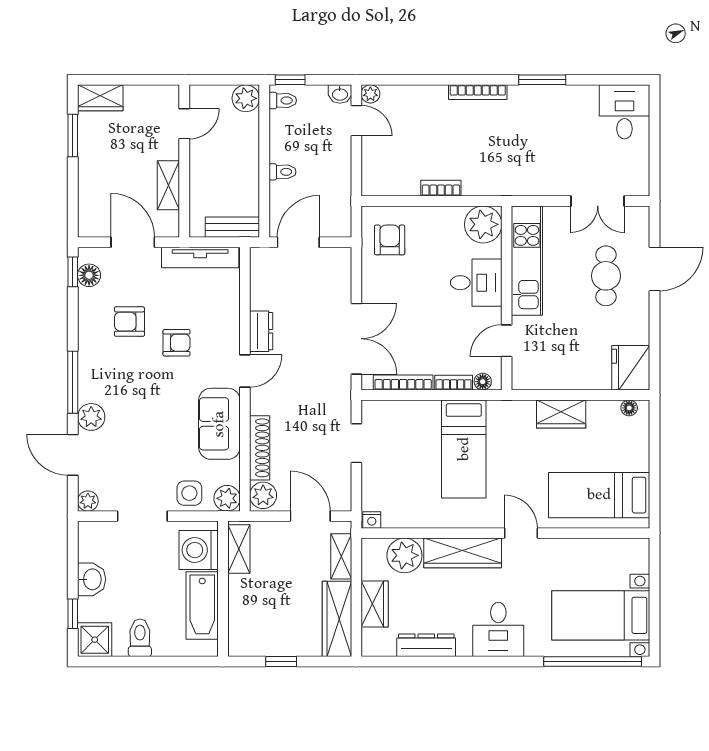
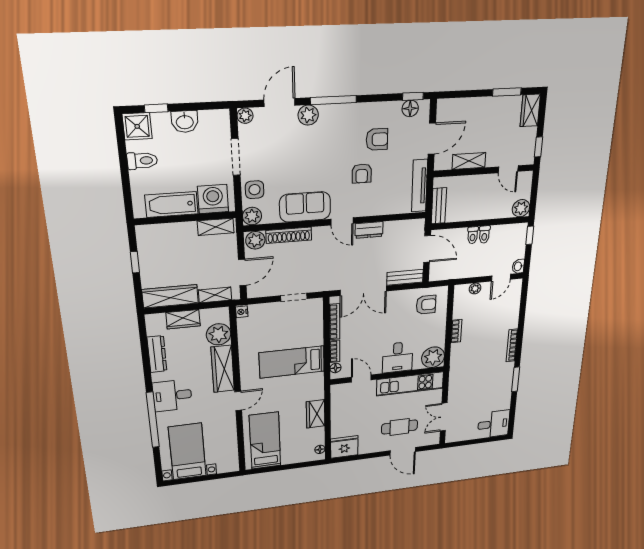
window: (154, 80) -> (538, 147), added
plant: (370, 94) -> (475, 288), moved
toilet: (283, 100) -> (484, 234), moved
bench: (341, 275) -> (405, 277), added
armchair: (129, 322) -> (377, 139), turned 90
window: (593, 662) -> (153, 420), moved

